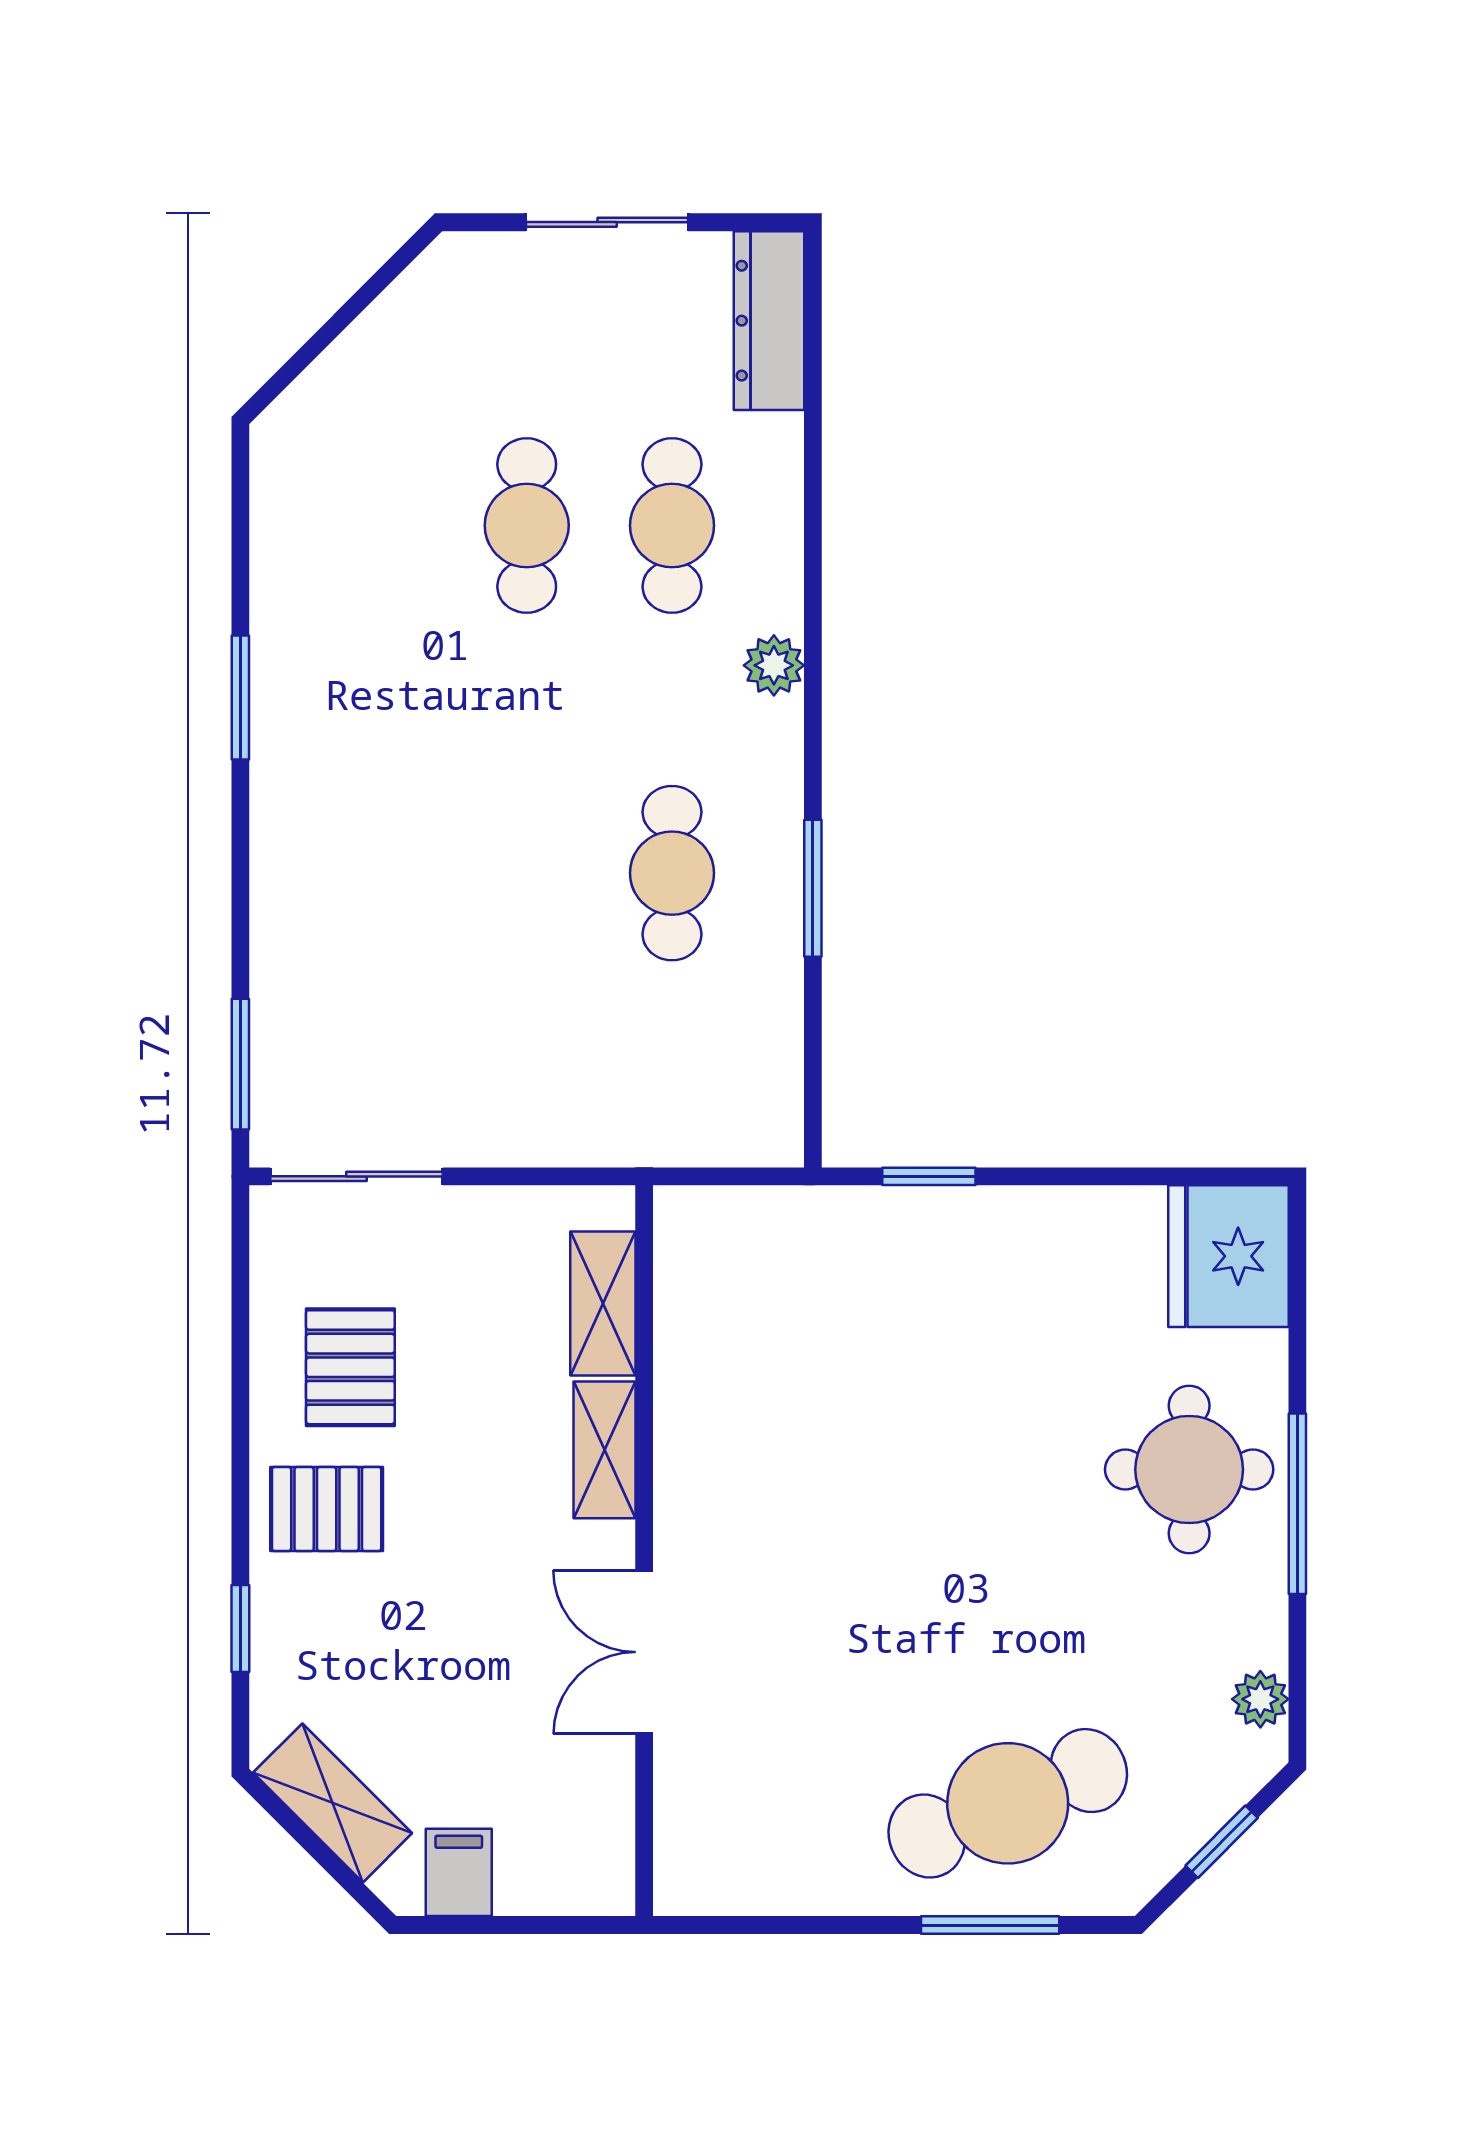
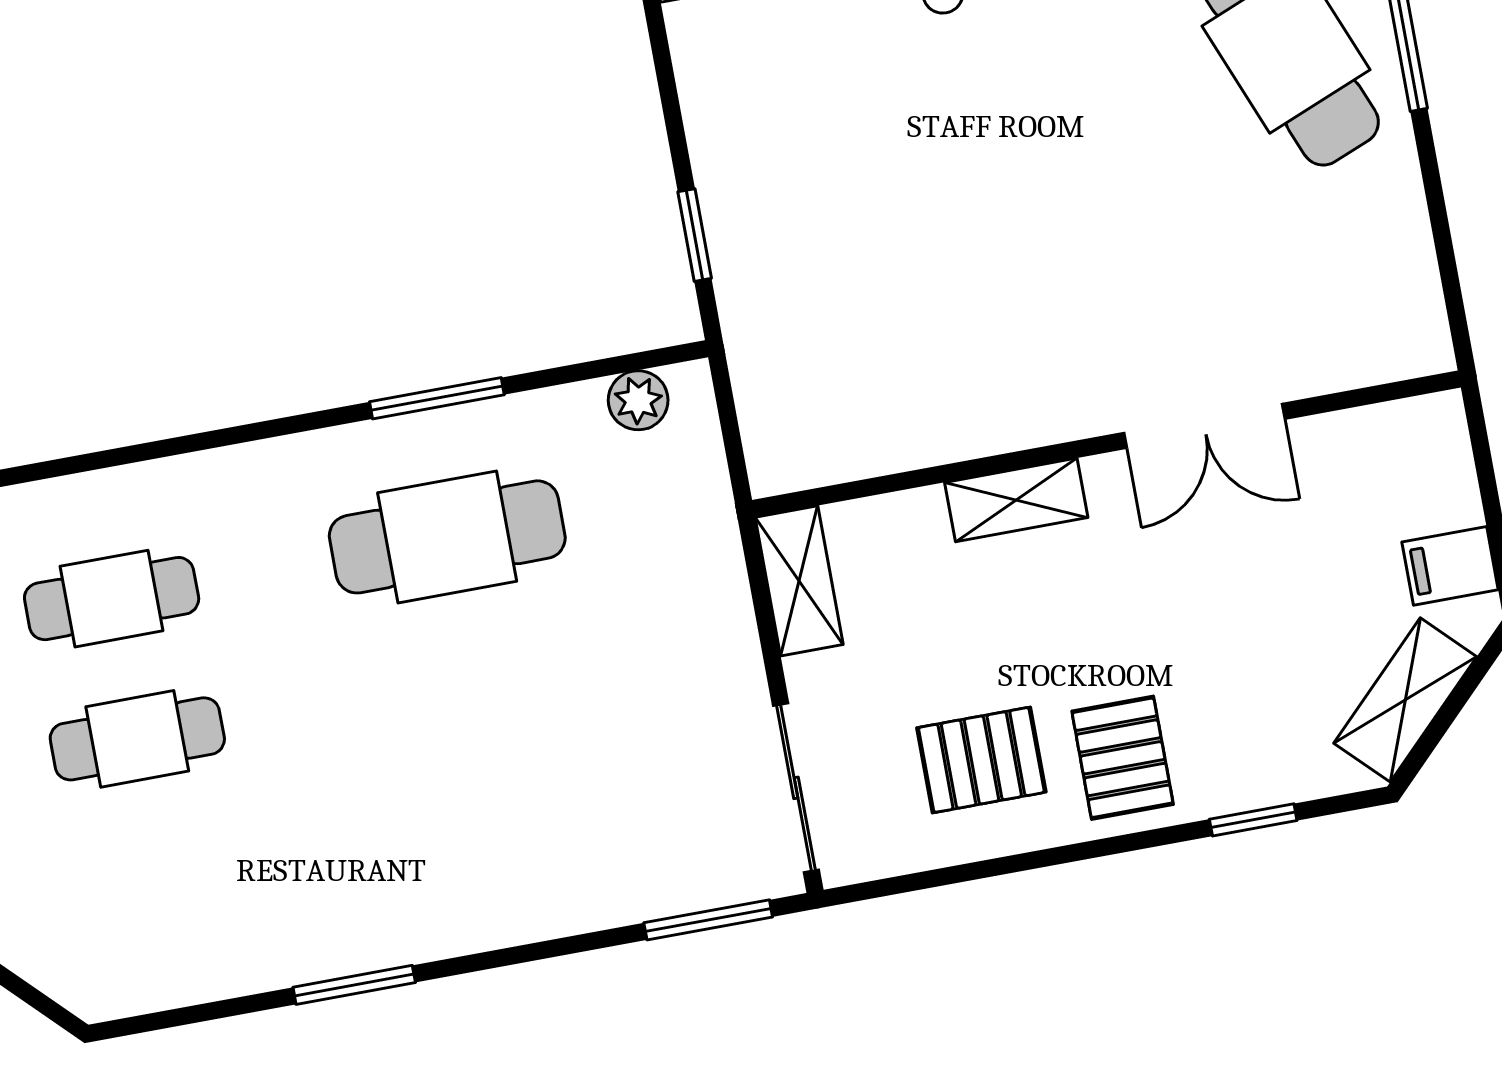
plant: (774, 665) -> (638, 400), moved
cafe table: (672, 873) -> (447, 537), width x1.37, depth x1.35
shelving: (603, 1304) -> (799, 581), moved, turned 90

